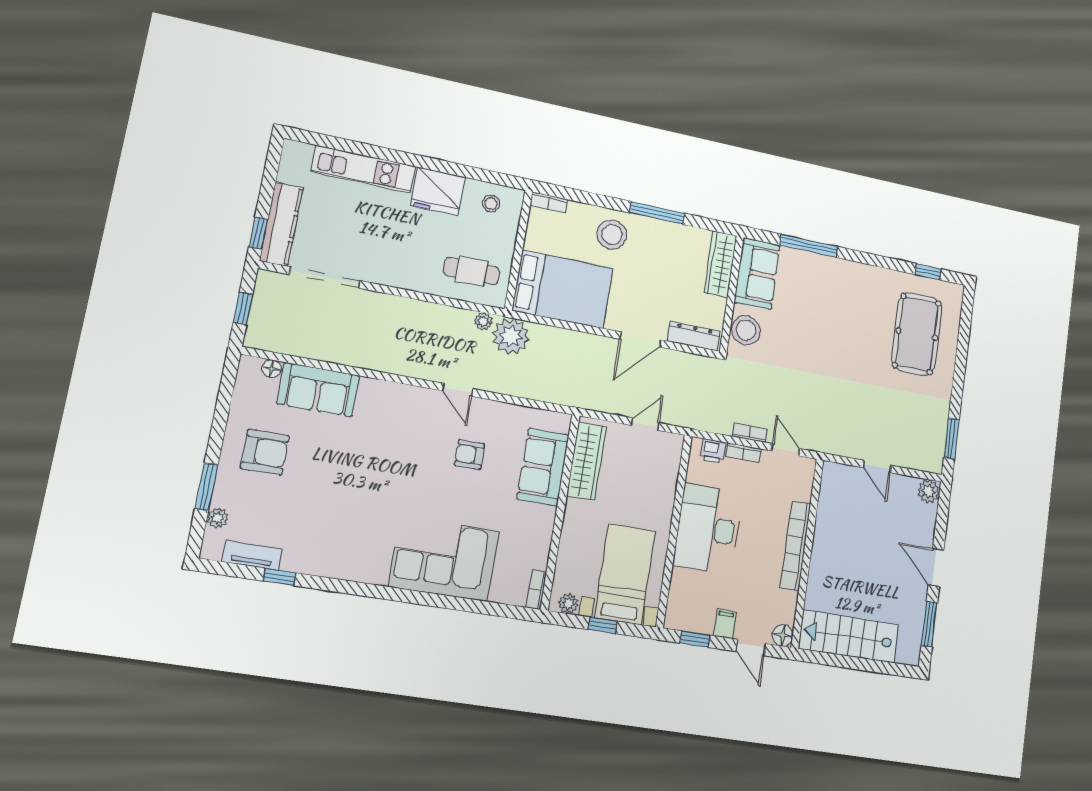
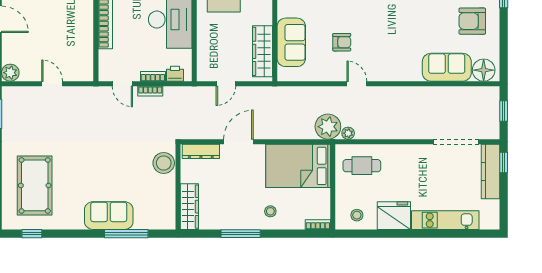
stool: (612, 235) -> (270, 211), width x0.53, depth x0.53
sofa: (757, 274) -> (109, 216), moved, turned 90
floor lamp: (272, 369) -> (484, 70), width x1.89, depth x1.89

